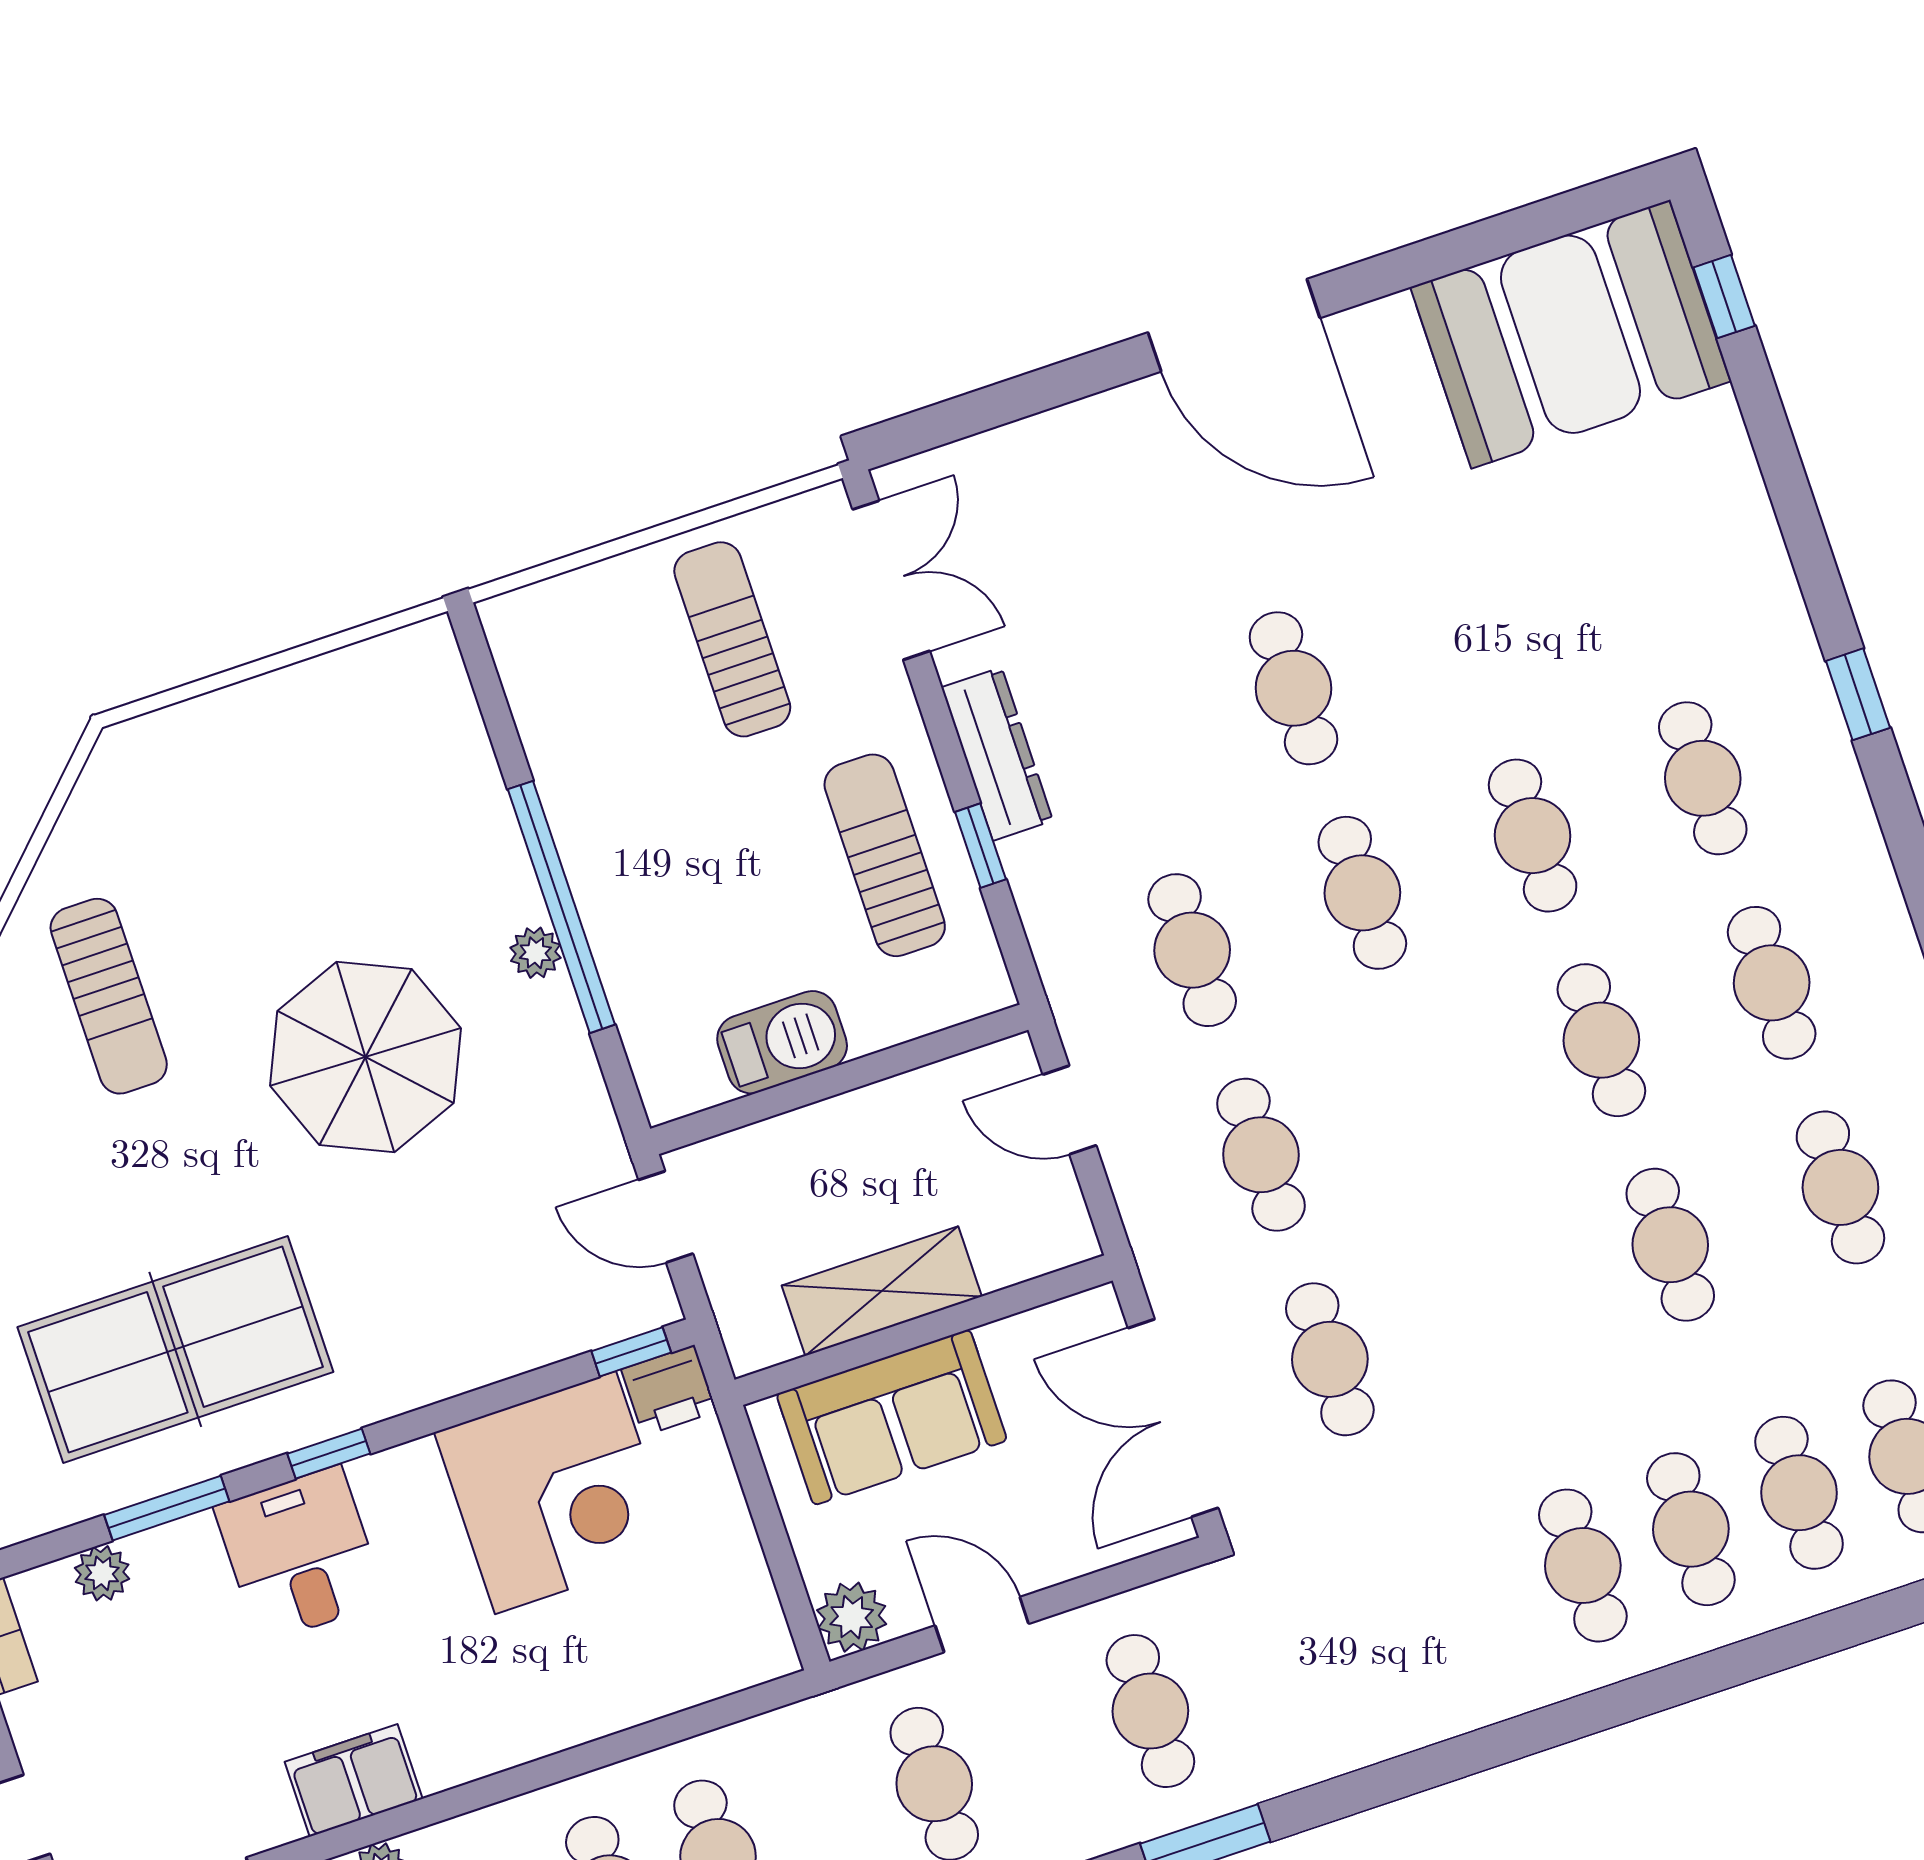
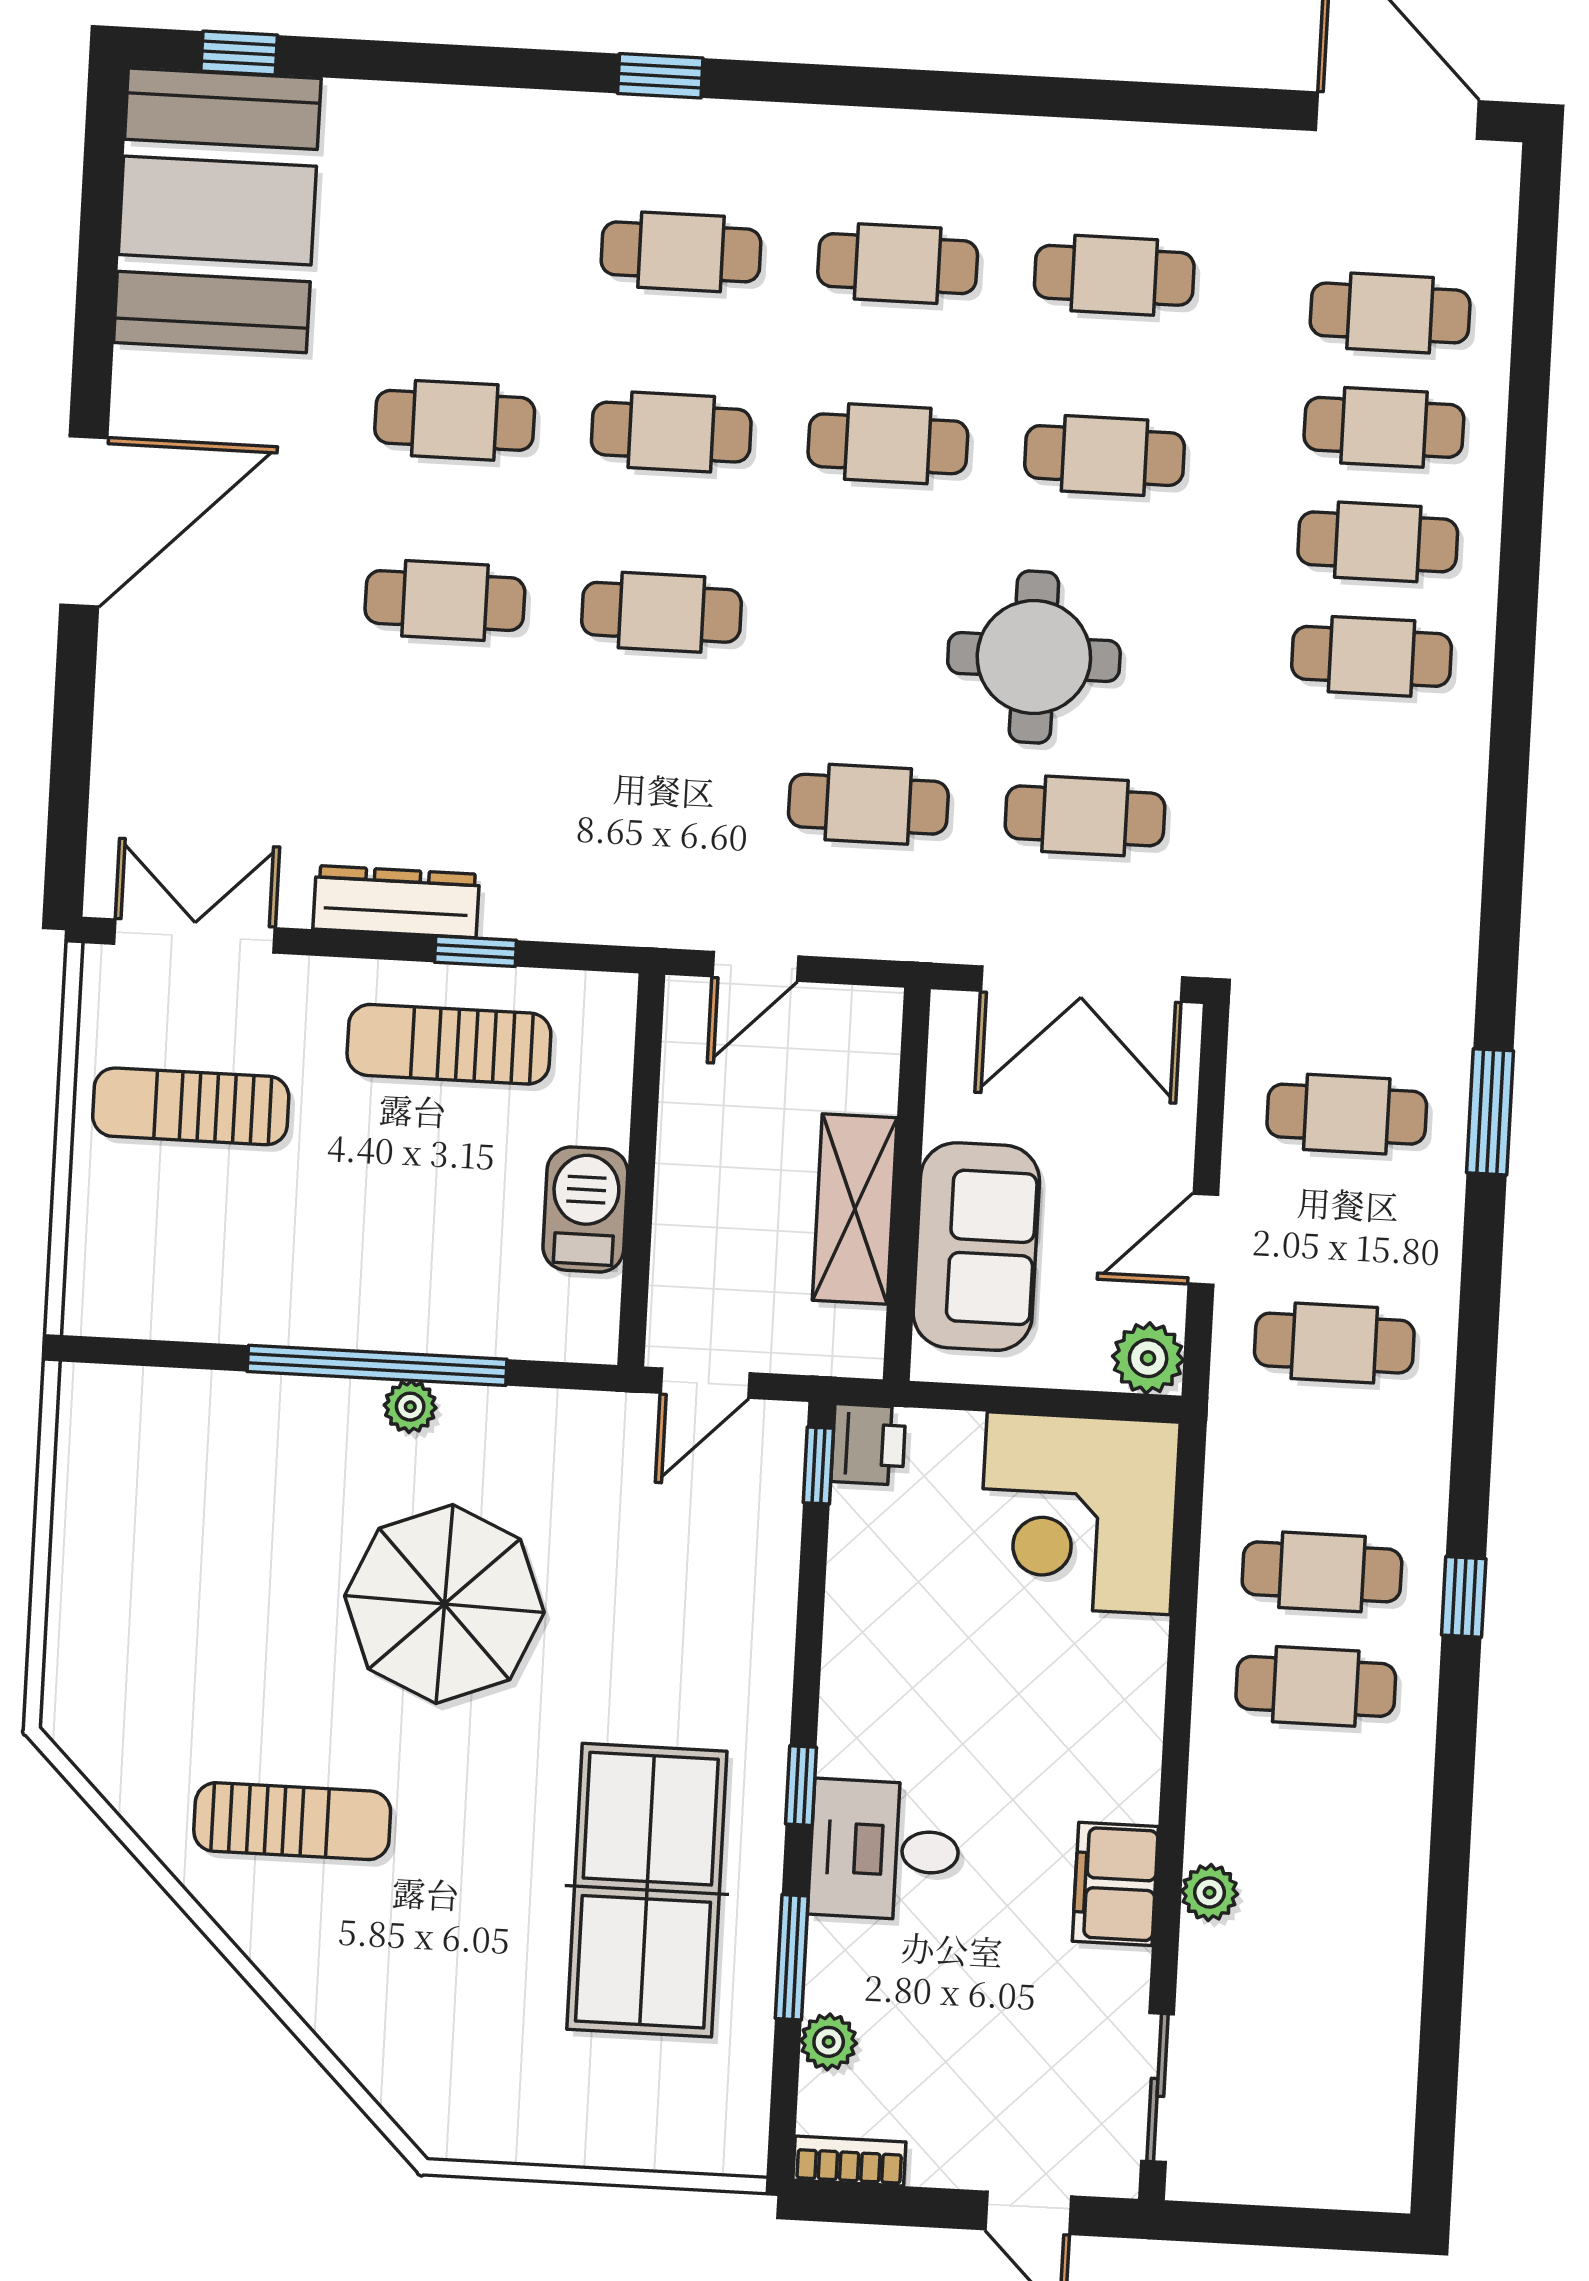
cafe table: (1192, 950) -> (455, 420), moved
round table: (1458, 1254) -> (1034, 657), added
corner desk: (555, 1493) -> (1079, 1513), moved, turned 180

